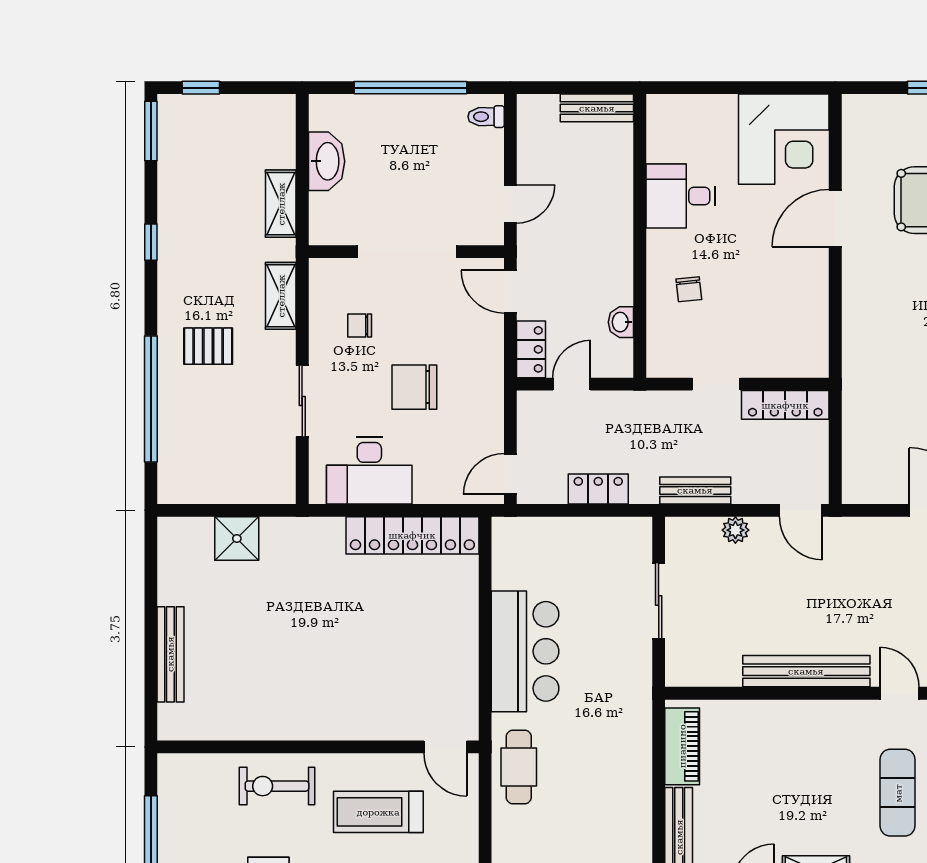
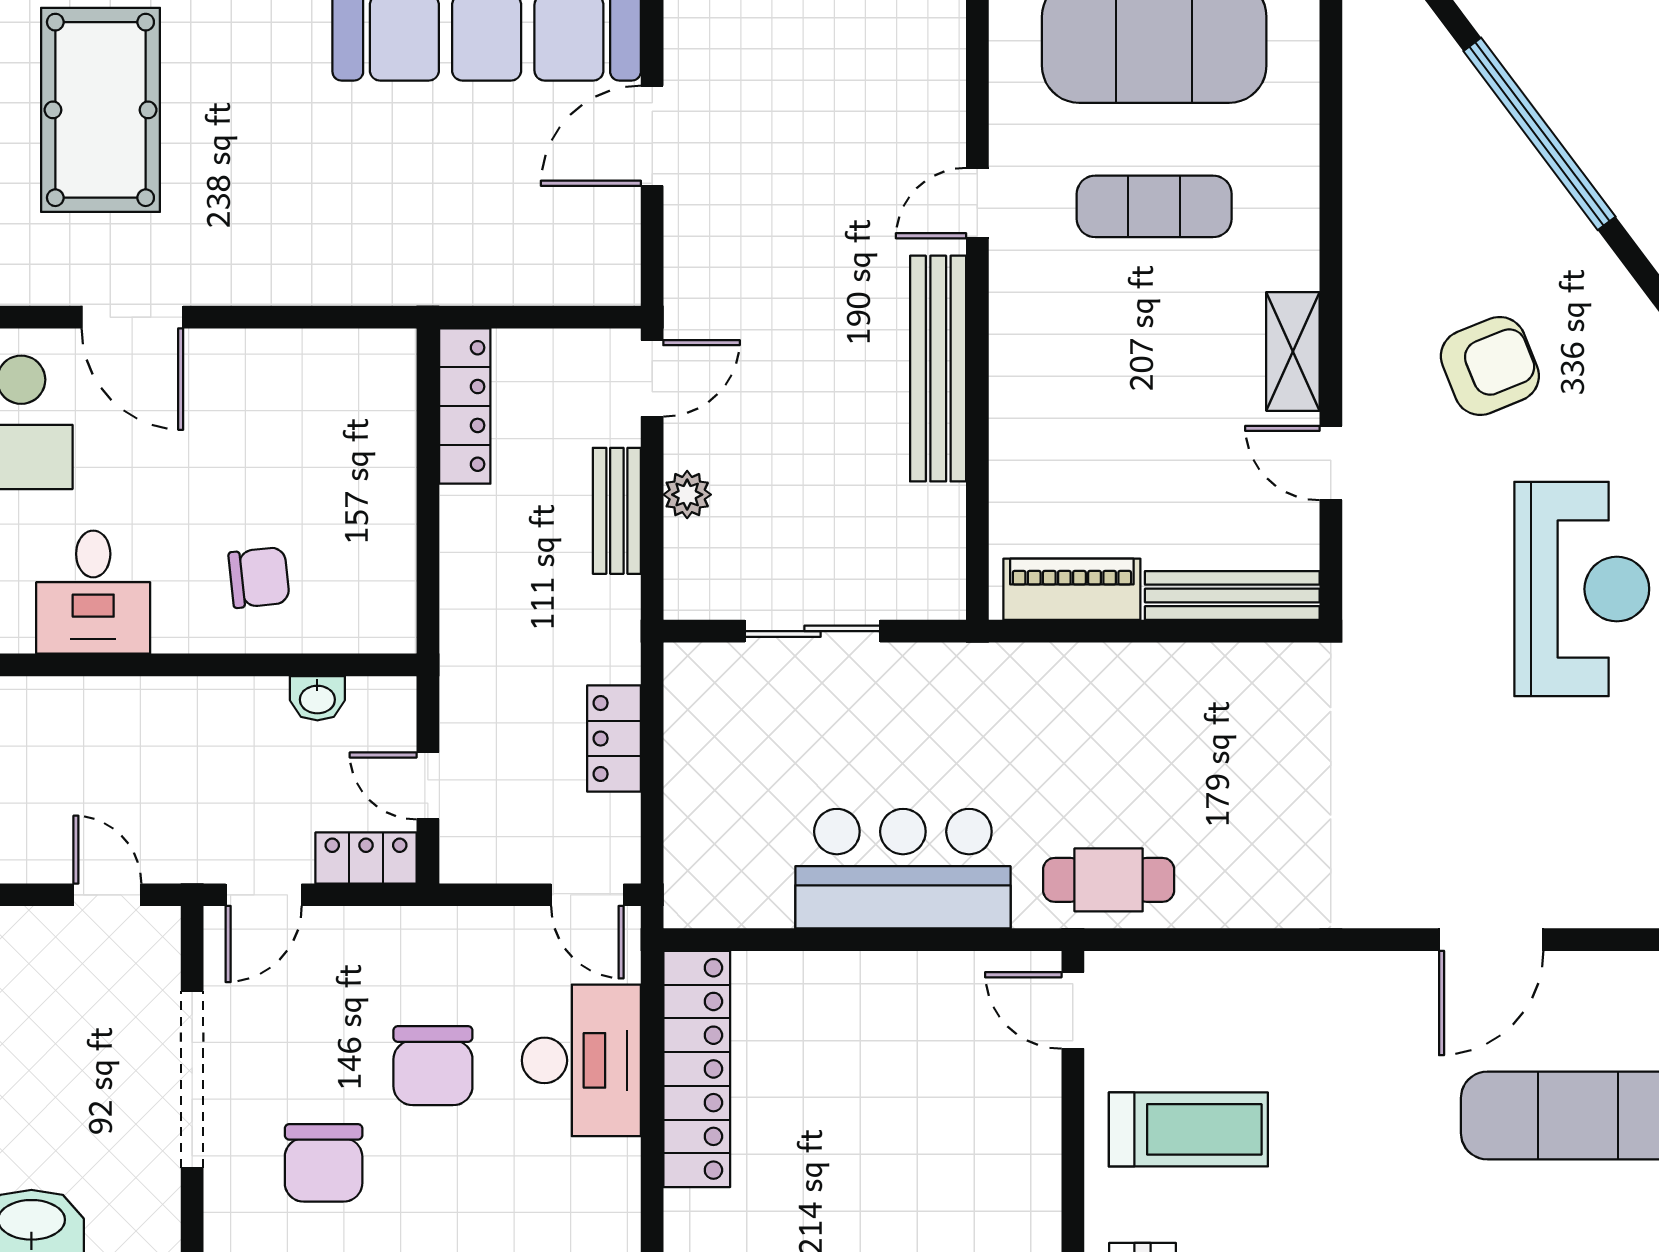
chair: (689, 289) -> (259, 577), width x1.37, depth x1.37
chair: (360, 326) -> (324, 1163), width x1.87, depth x1.87
doorway: (716, 384) -> (428, 529), removed
desk: (369, 471) -> (581, 1060), moved
bench: (695, 490) -> (617, 511), moved
door: (445, 747) -> (1073, 1010), swing flipped
treadmill: (378, 812) -> (1188, 1129), turned -90

